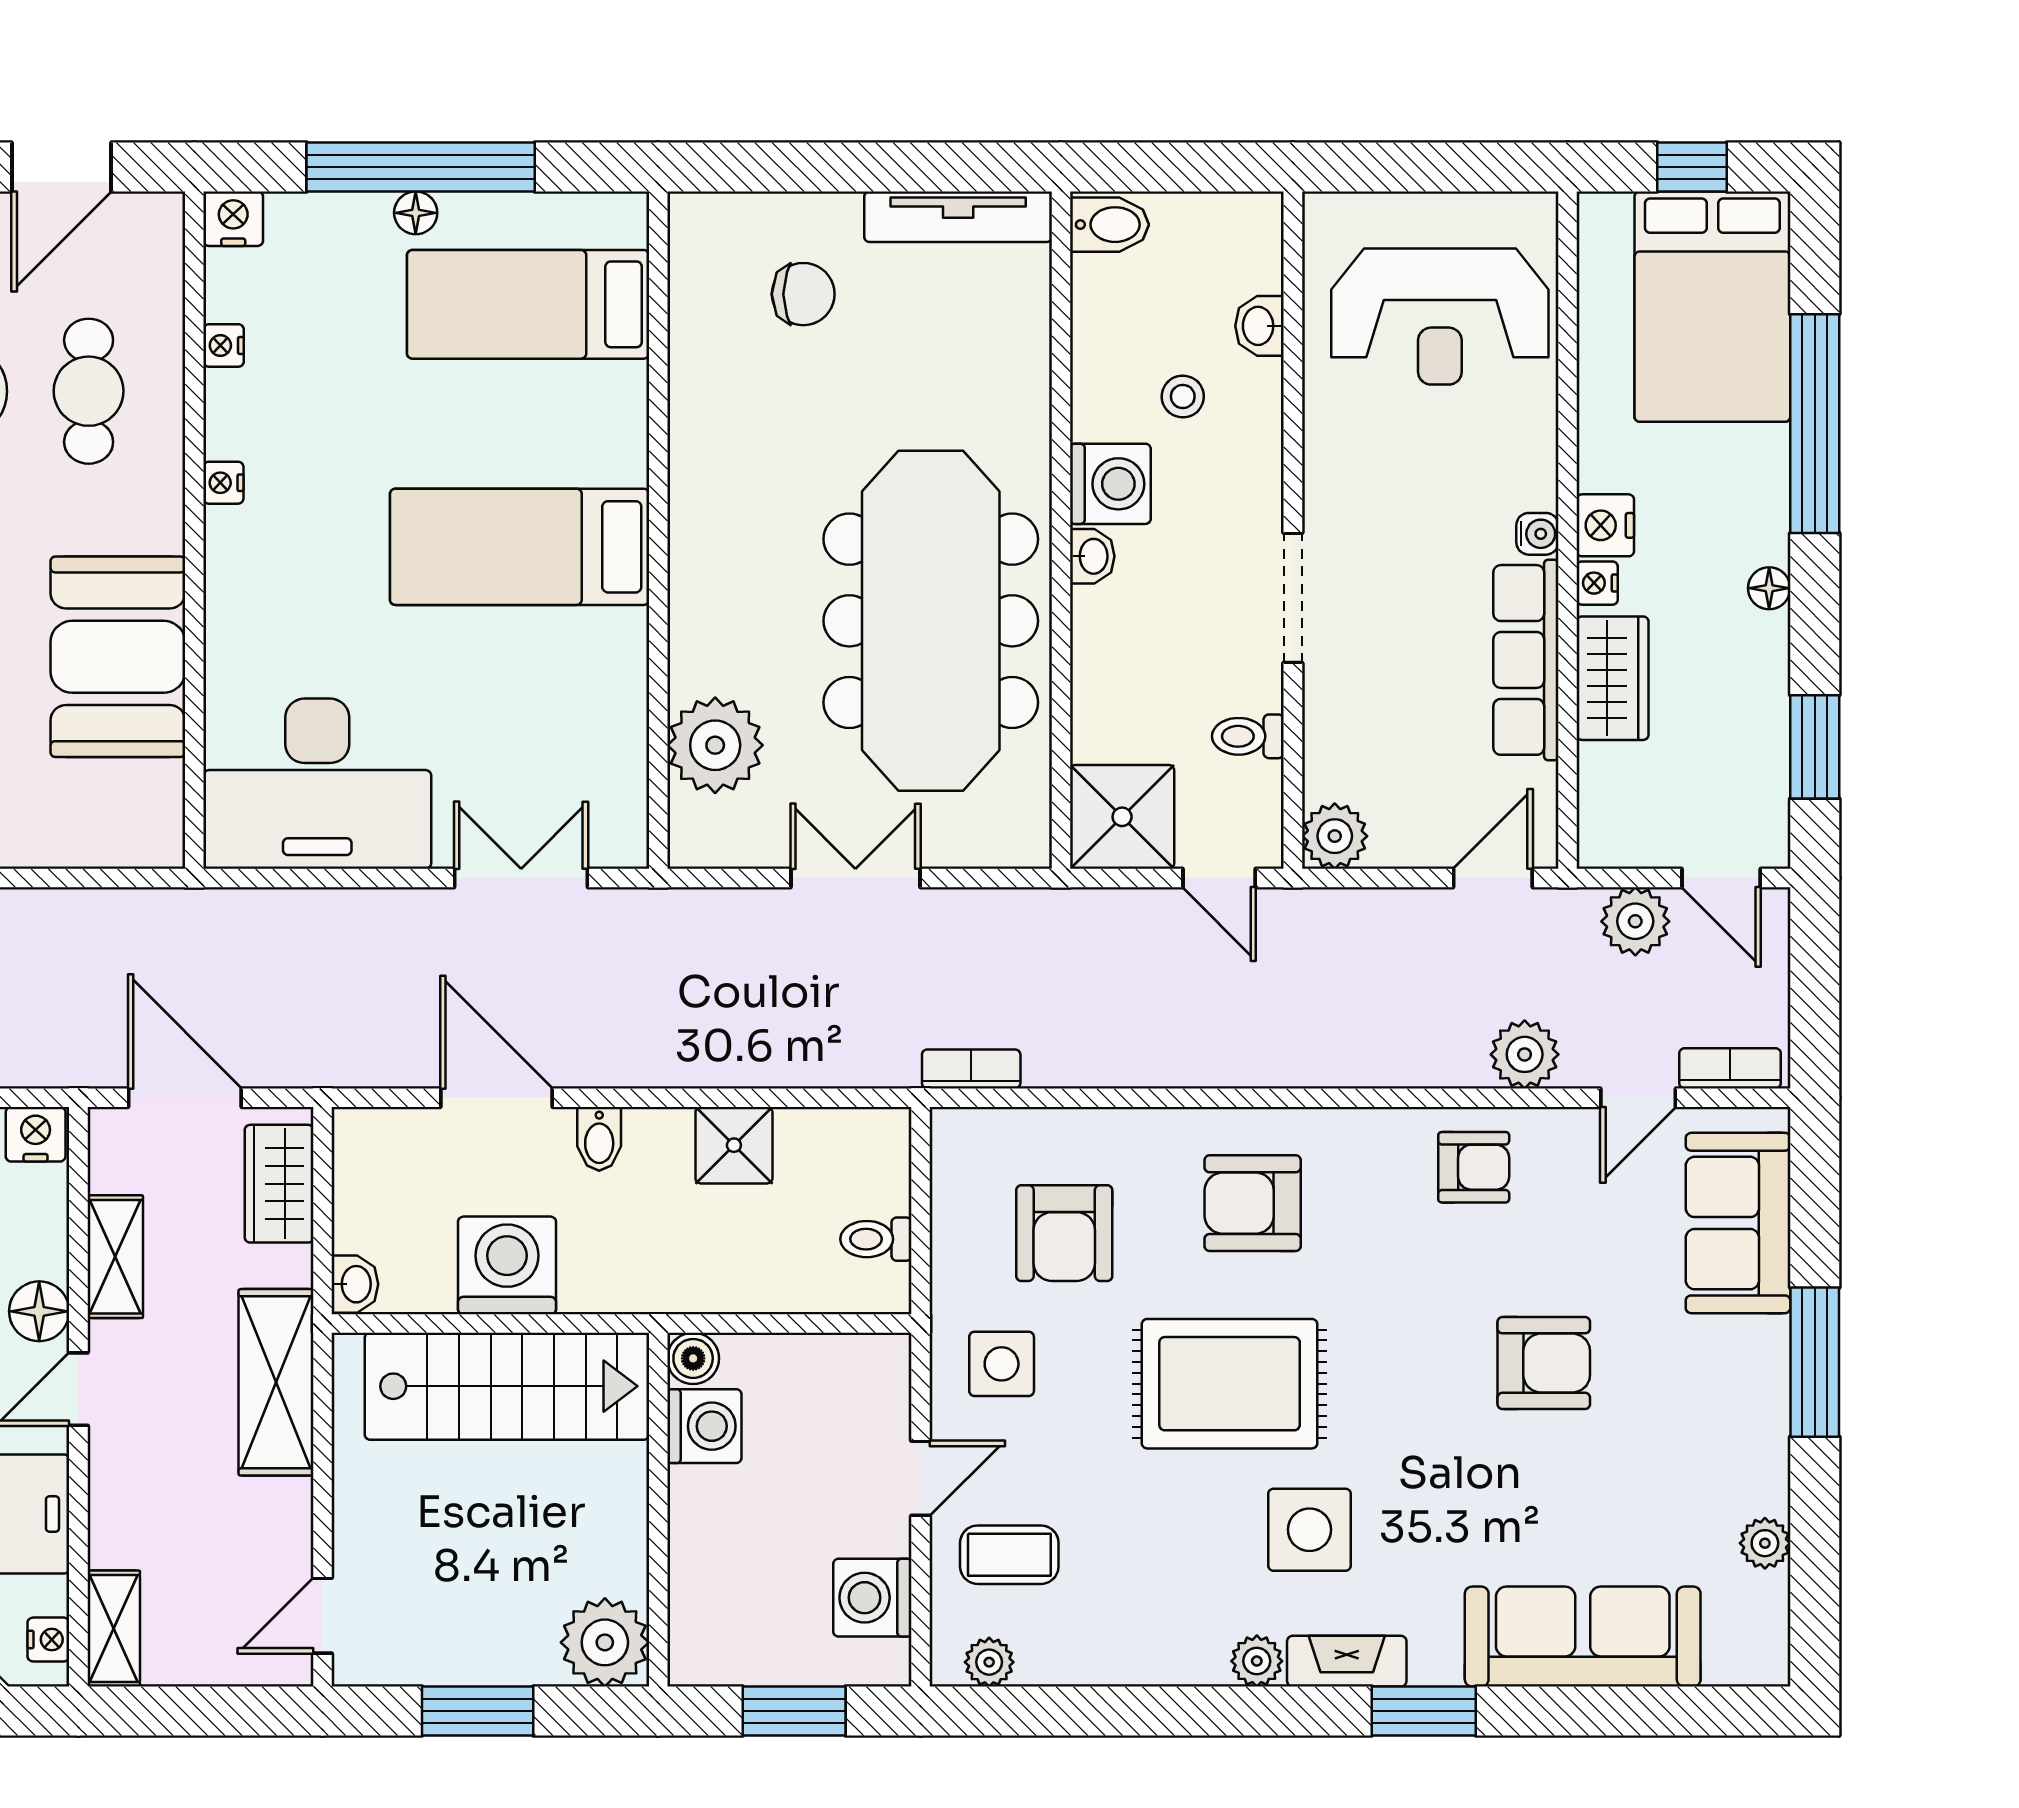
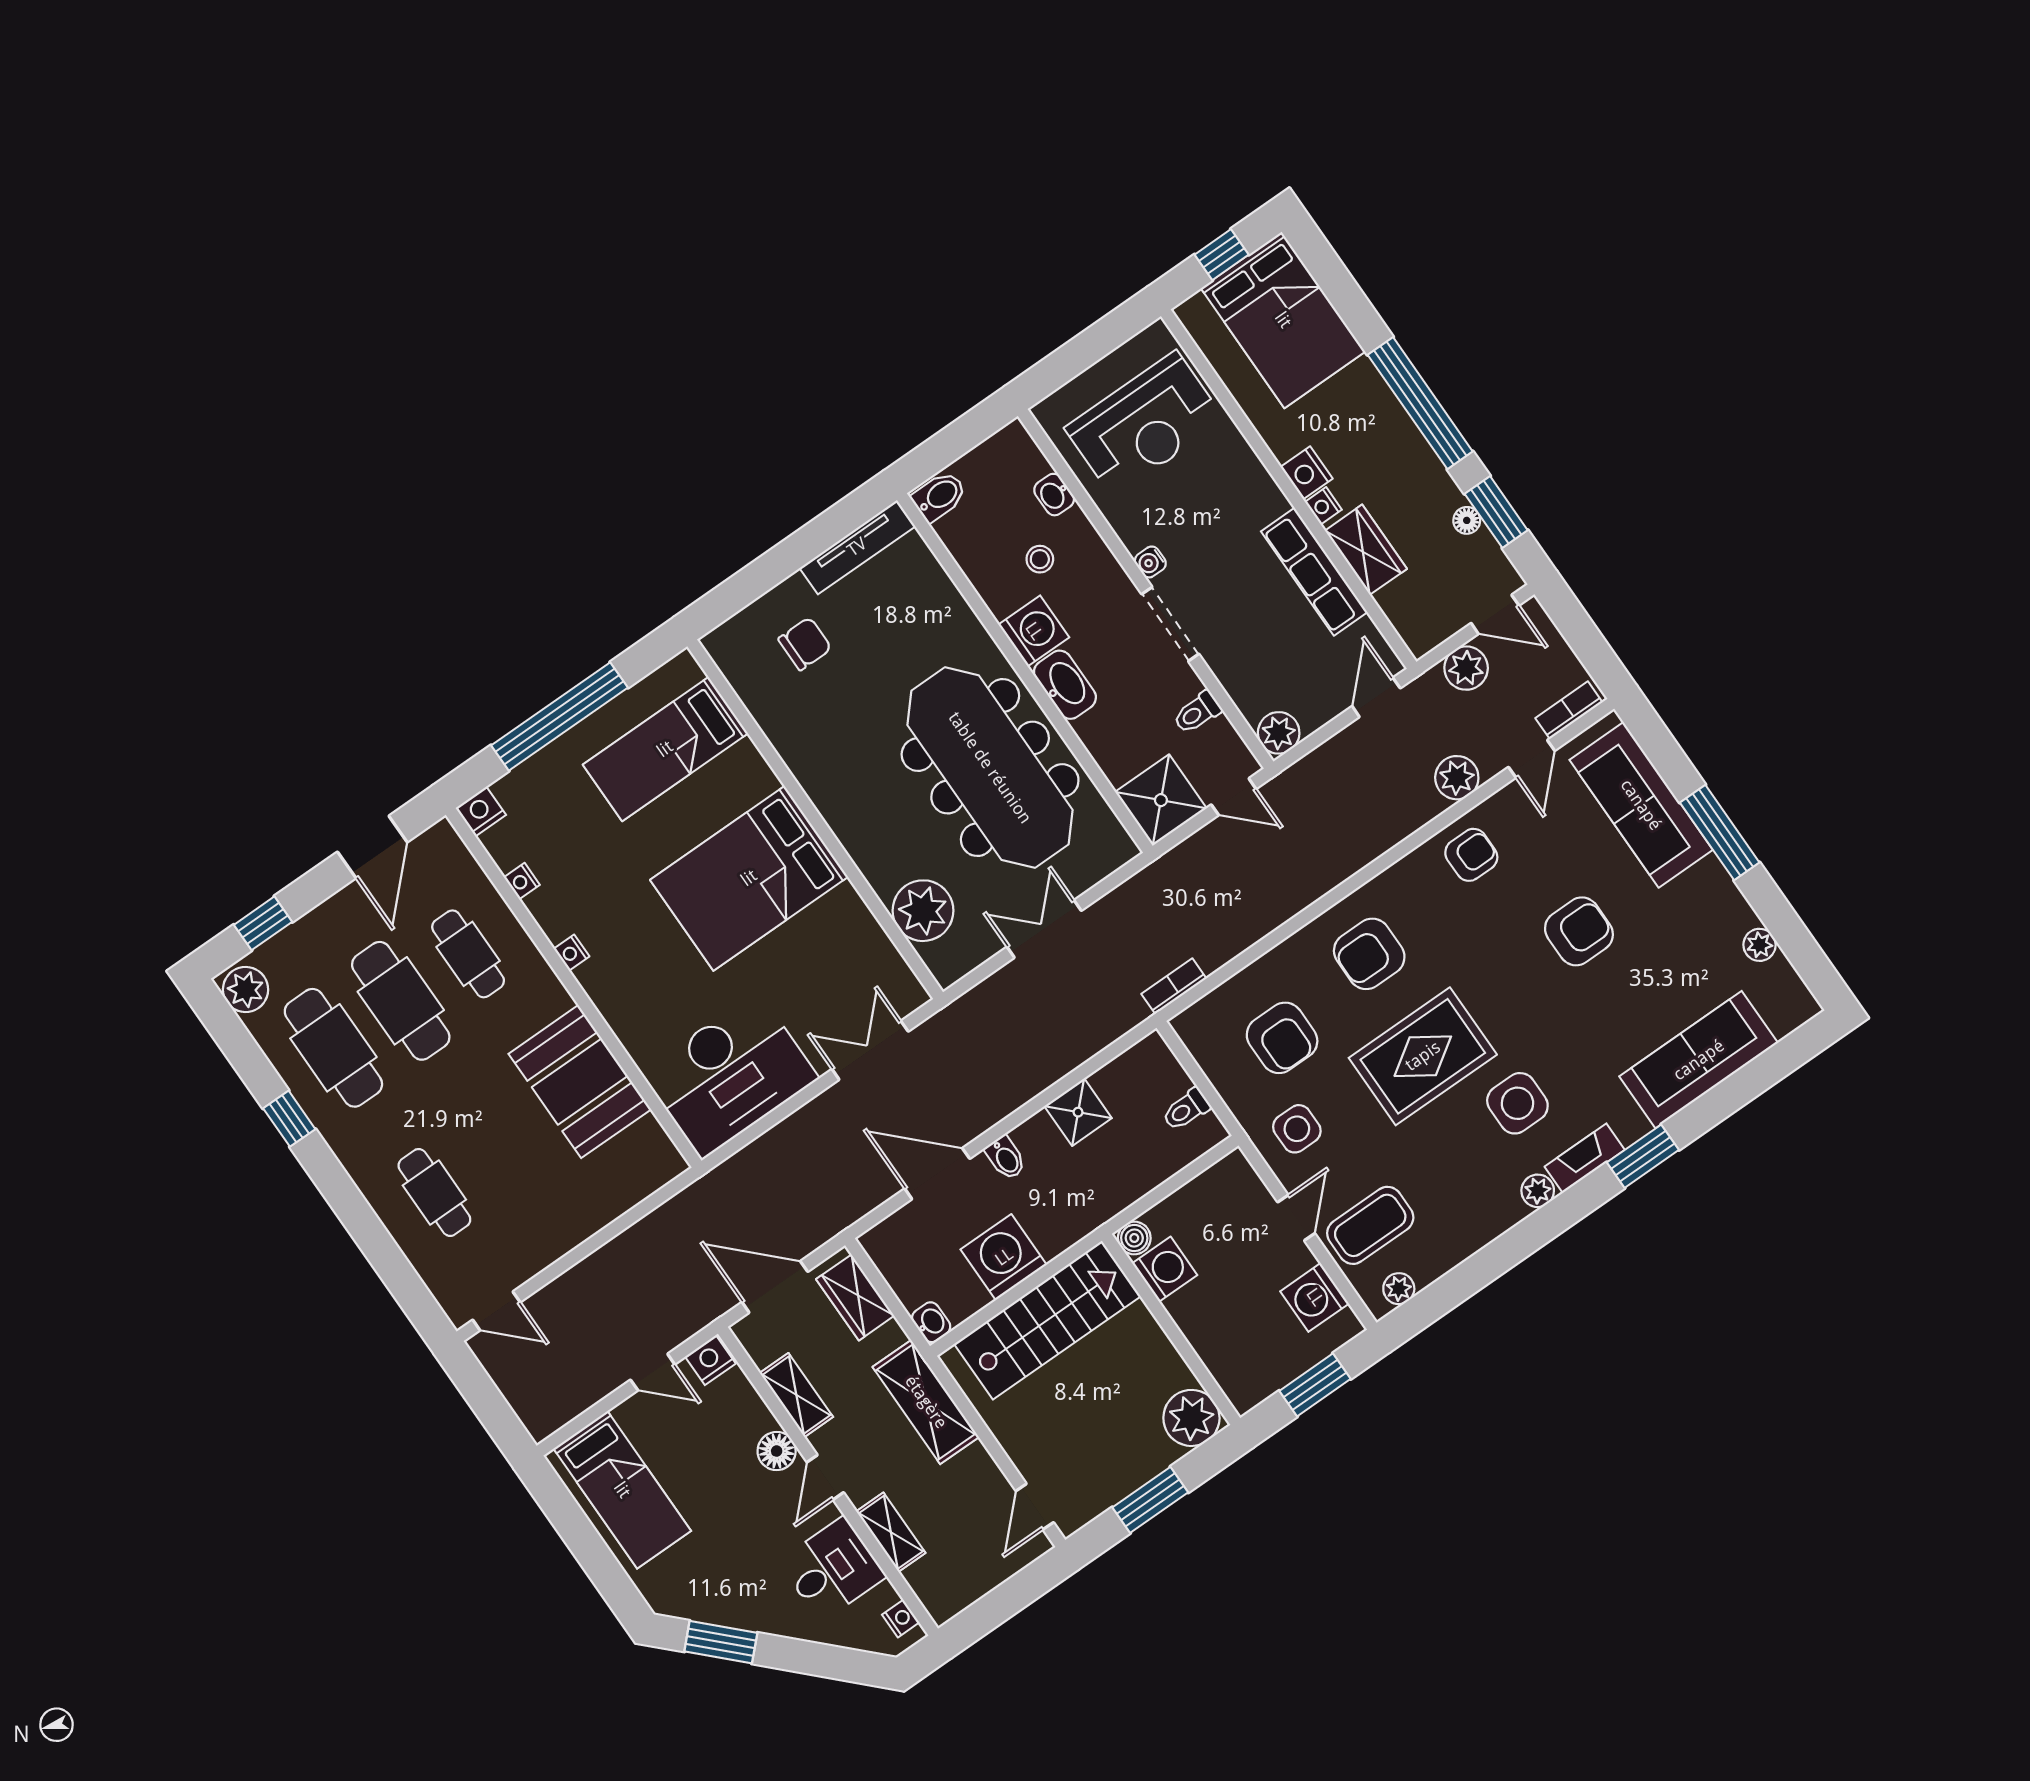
floor lamp: (416, 213) -> (574, 742), removed
window: (1815, 424) -> (1420, 403), moved
water cooler: (1537, 534) -> (1150, 562), moved, turned 180
bed: (520, 547) -> (749, 878), width x1.50
washbasin: (1092, 556) -> (1065, 685), width x1.91, depth x1.45
floor lamp: (1769, 588) -> (1467, 520), moved
sofa: (1738, 1223) -> (1641, 805), width x1.36
coffee table: (1009, 1555) -> (1370, 1225), width x1.36, depth x1.30
shelving: (114, 1629) -> (891, 1532), moved

